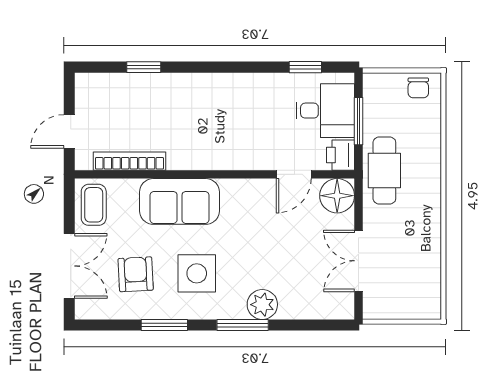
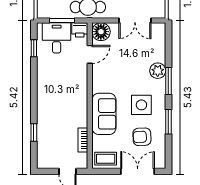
bookcase: (129, 161) -> (83, 140), width x0.64
door: (294, 174) -> (90, 54), hinge flipped

